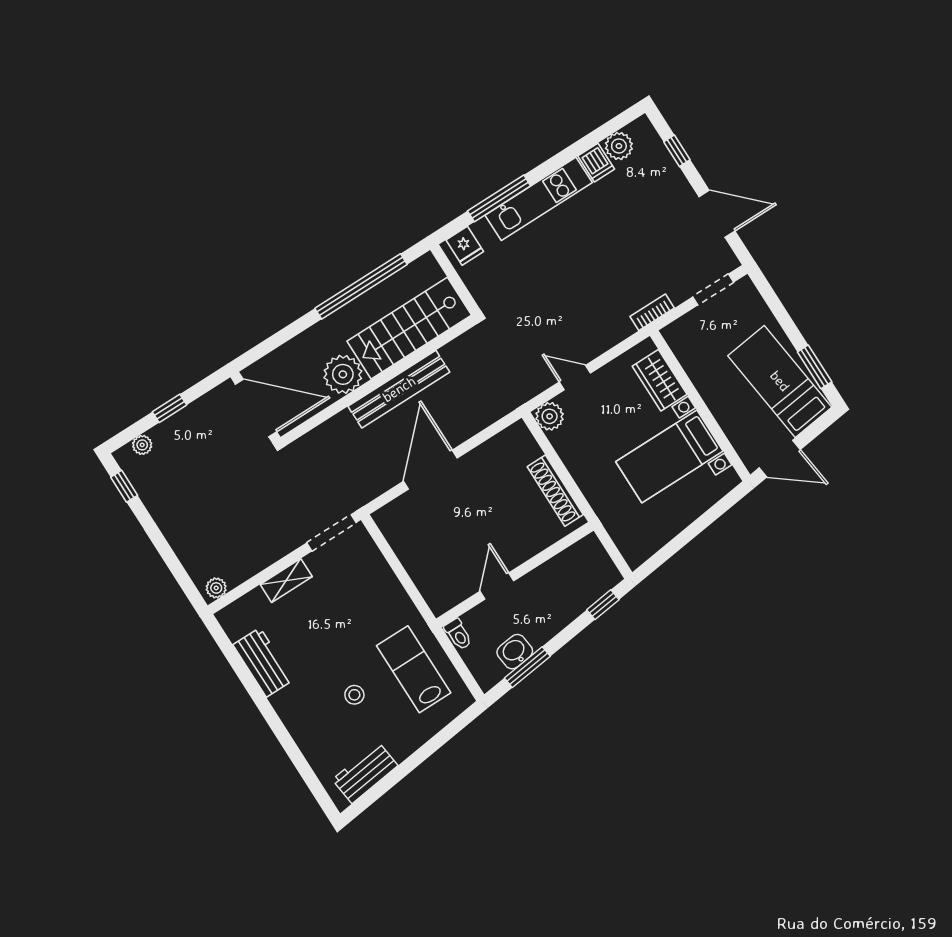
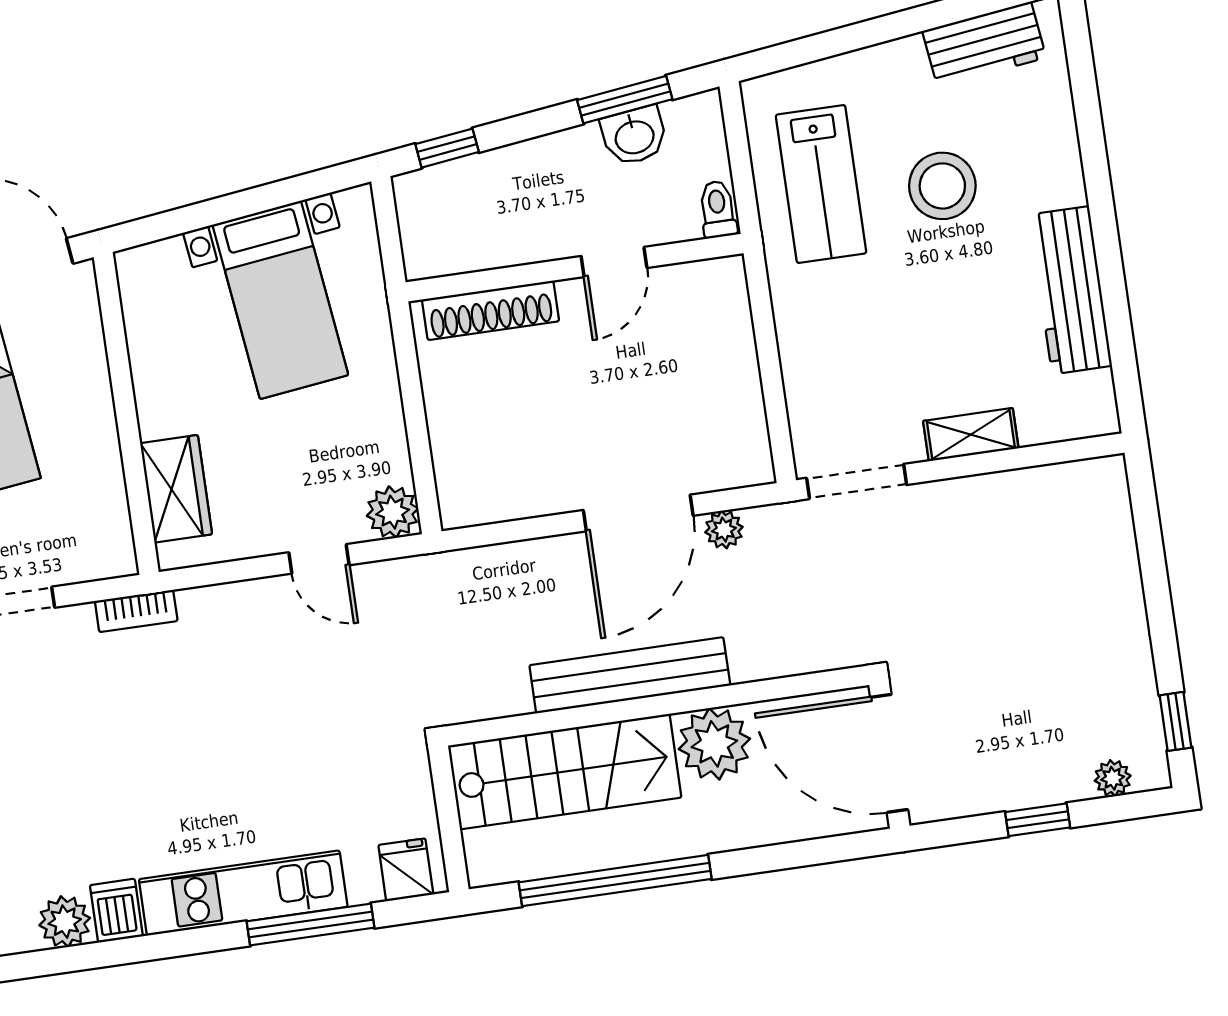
bed with nightstands: (669, 456) -> (280, 300), moved, turned 83
shoe rack: (555, 491) -> (491, 310), moved, turned 90
plant: (216, 588) -> (724, 530), moved
workbench: (263, 662) -> (1070, 290), width x1.38
stool: (354, 695) -> (942, 186), width x1.89, depth x1.89

